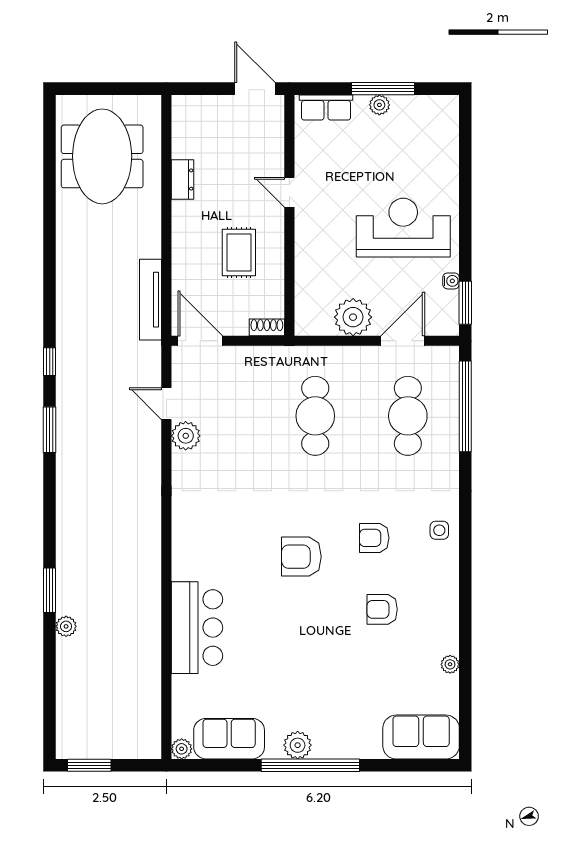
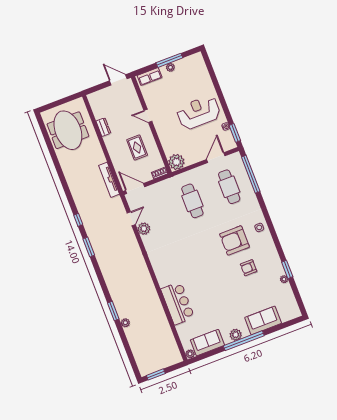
plant: (353, 317) -> (176, 162), moved
door: (166, 404) -> (131, 219), swing flipped
armchair: (374, 538) -> (234, 240), width x1.88, depth x1.88
armchair: (301, 557) -> (208, 259), removed
window: (465, 646) -> (287, 269), added
sofa: (421, 737) -> (263, 320), moved

